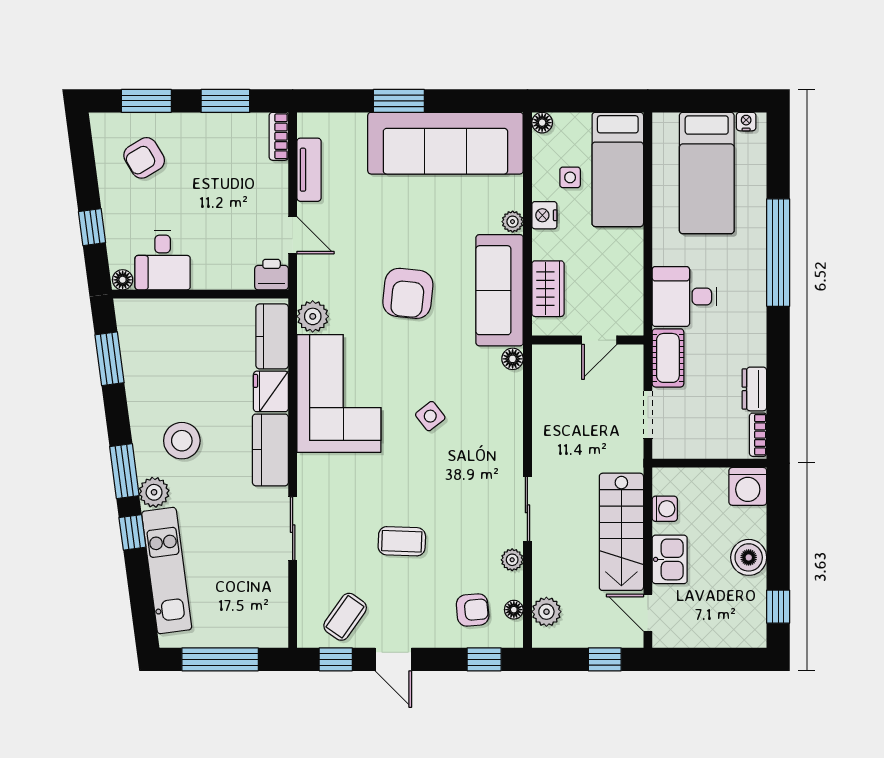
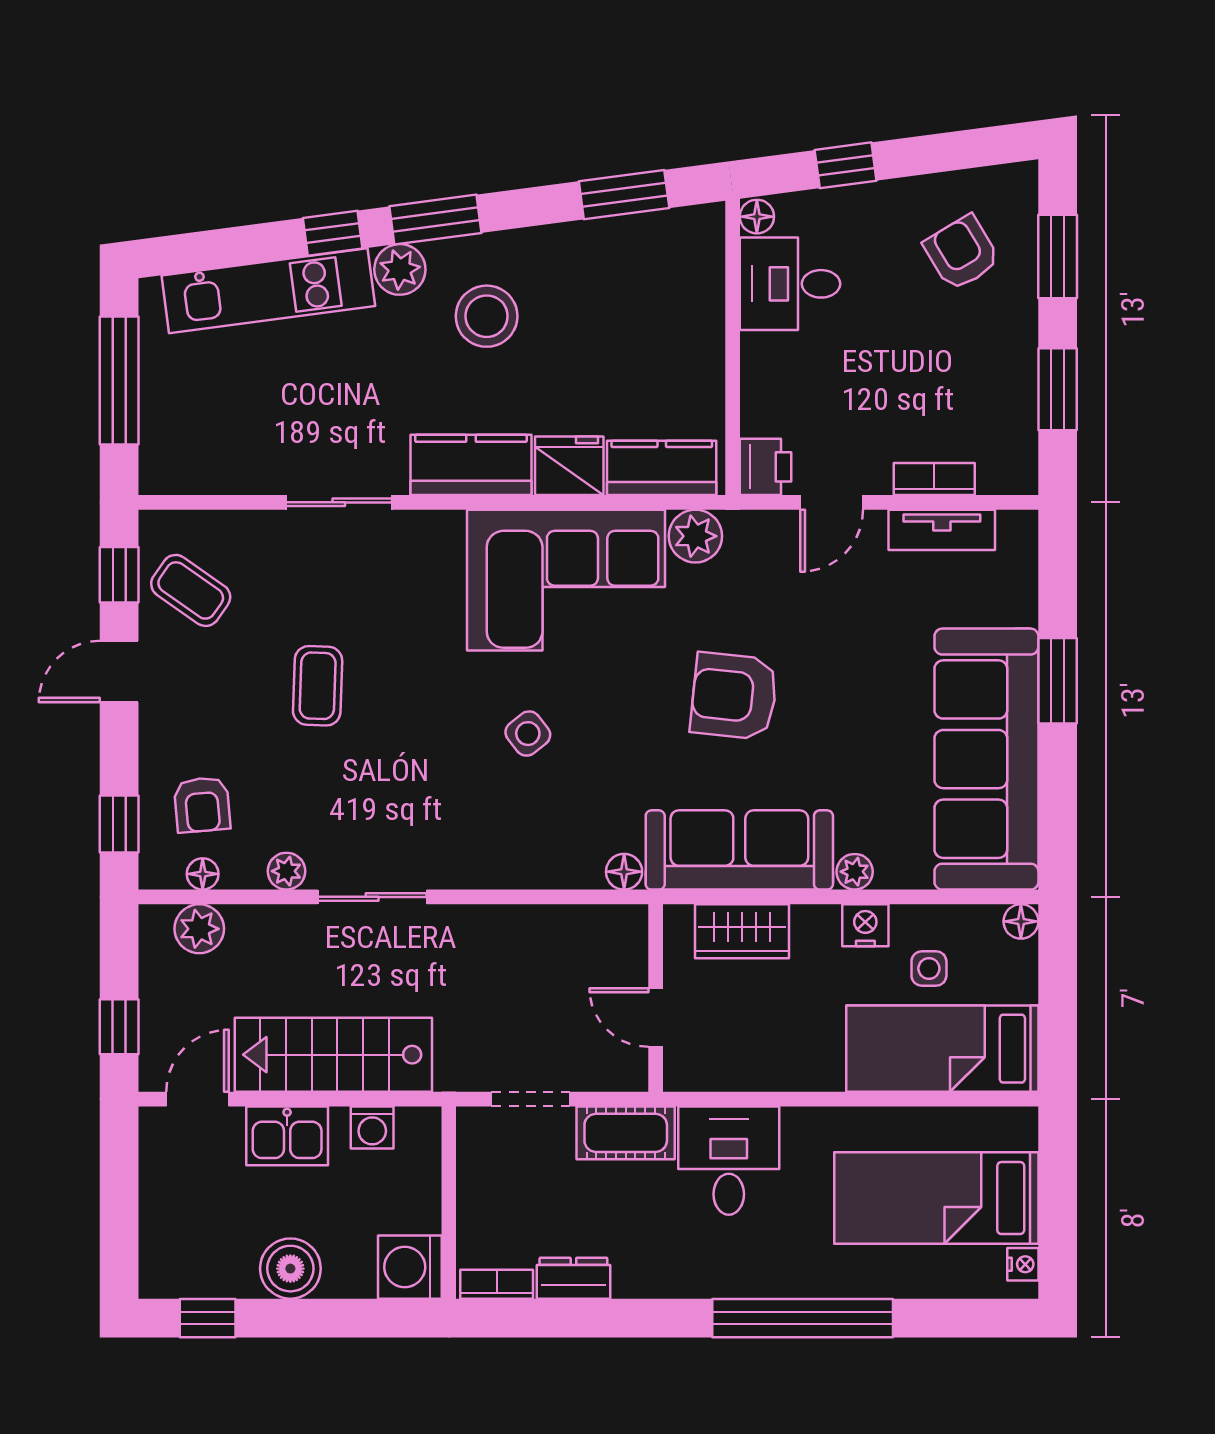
bookcase: (279, 136) -> (934, 479), moved

